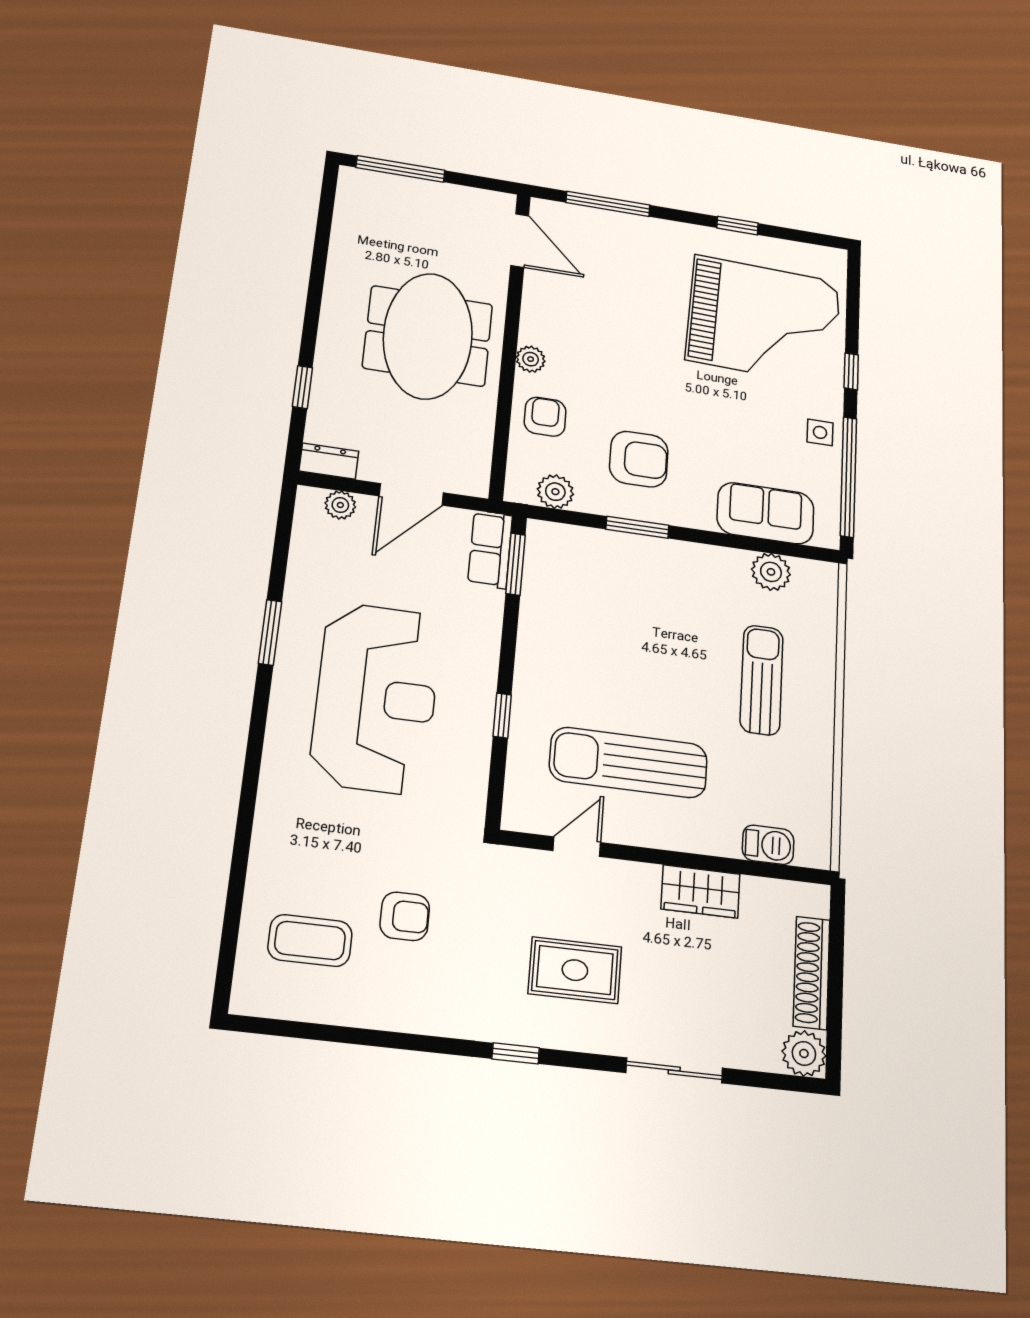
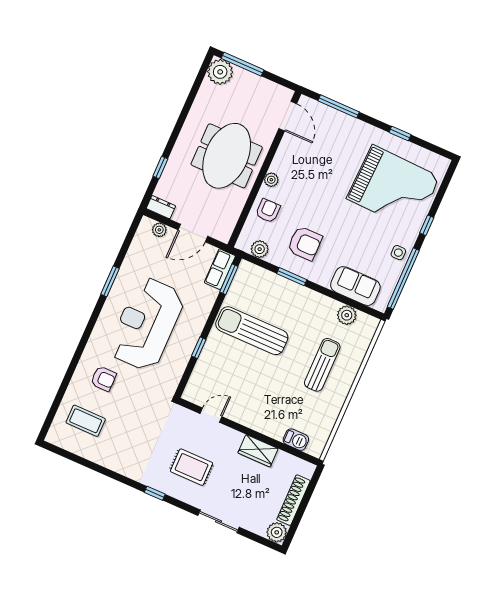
plant: (362, 191) -> (220, 72), added
reception desk: (376, 698) -> (146, 324), turned 180
sun lounger: (629, 763) -> (252, 331), moved
armchair: (405, 916) -> (103, 379), moved

